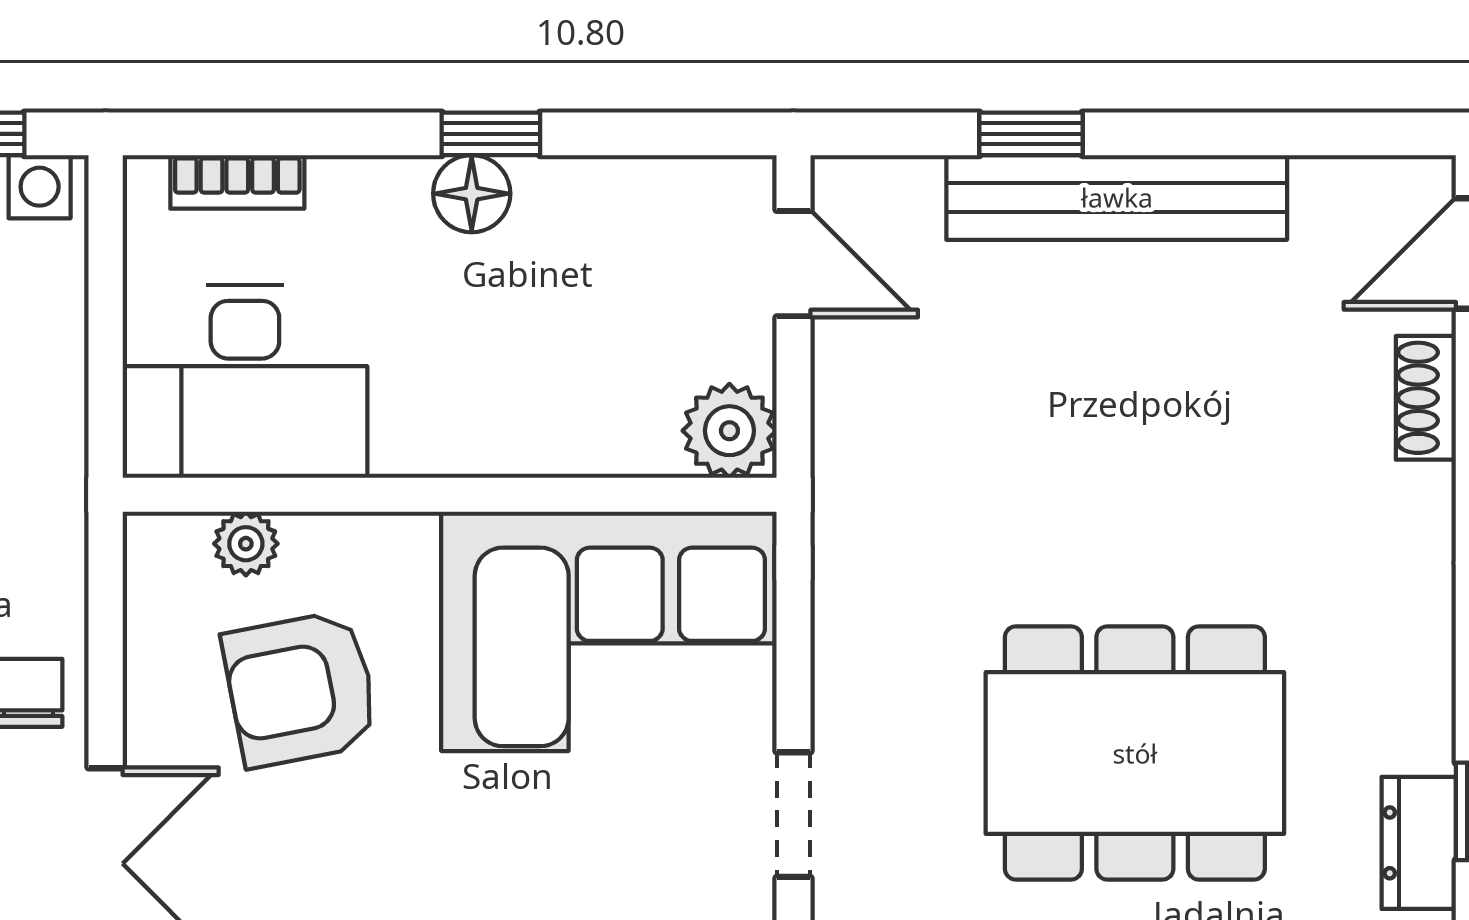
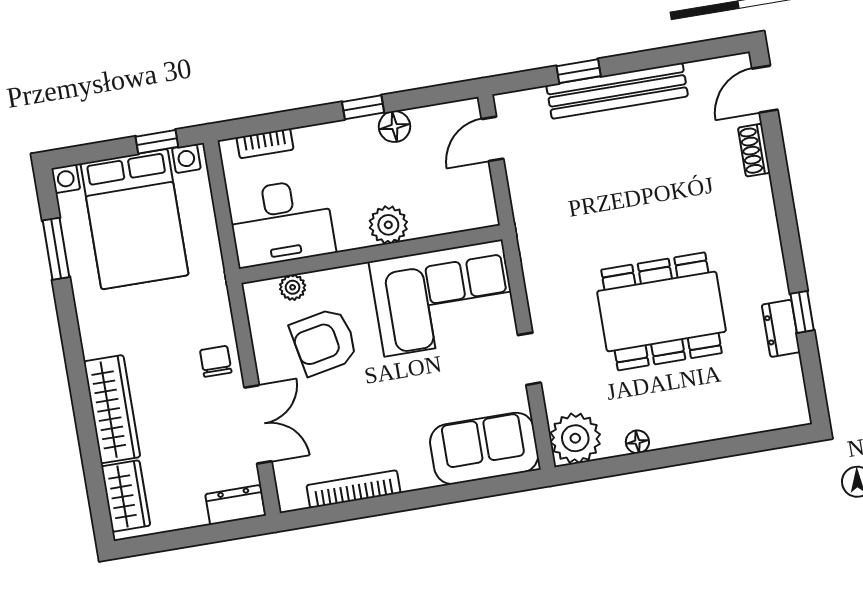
floor lamp: (472, 194) -> (395, 127), moved
door: (793, 264) -> (493, 139), swing flipped
plant: (729, 431) -> (388, 225), moved

